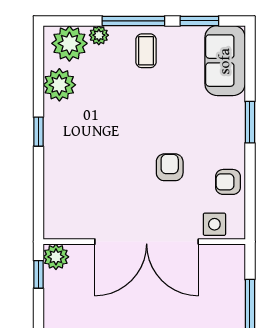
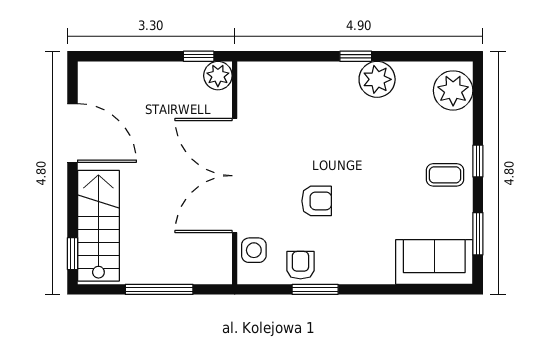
window: (133, 21) -> (478, 161), width x0.46
plant: (99, 35) -> (462, 123), removed
plant: (59, 85) -> (377, 79), moved
window: (250, 122) -> (315, 289), moved

